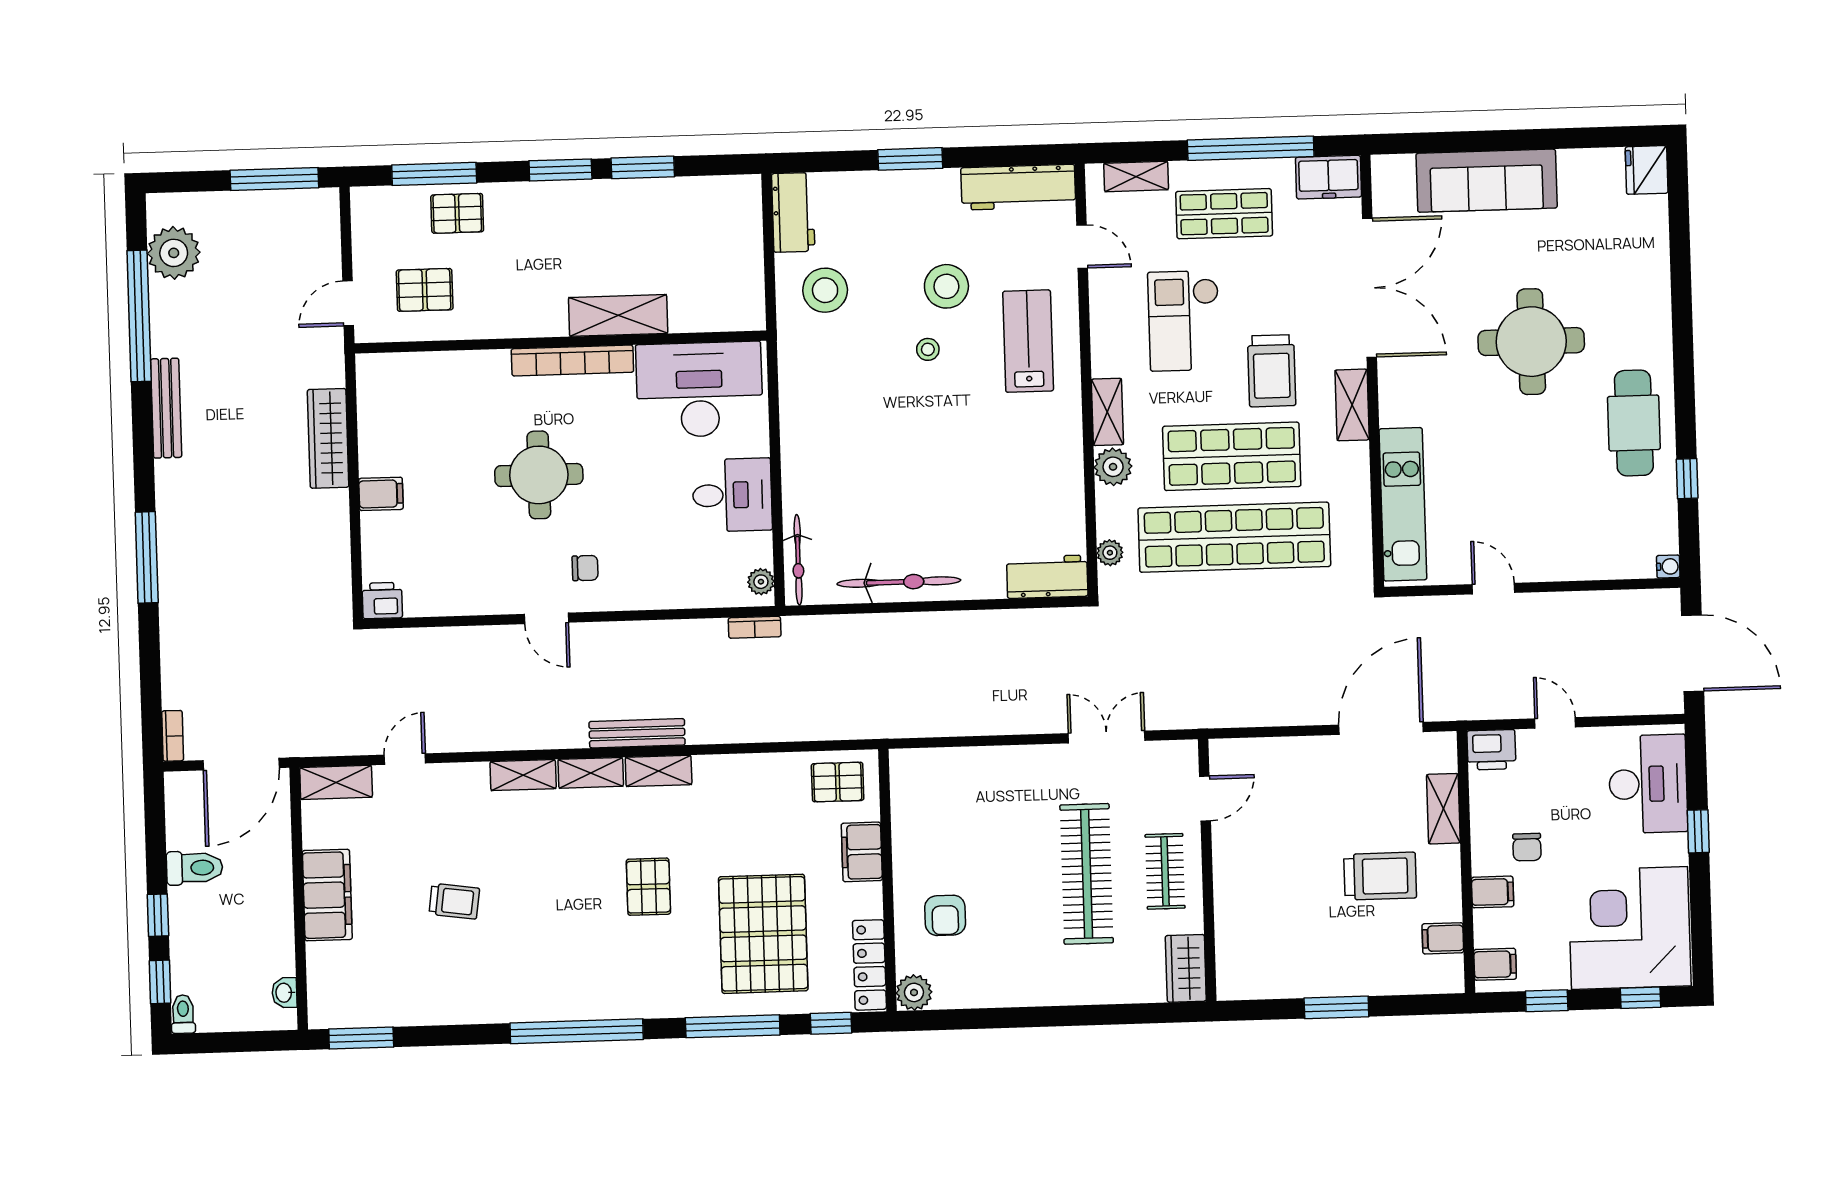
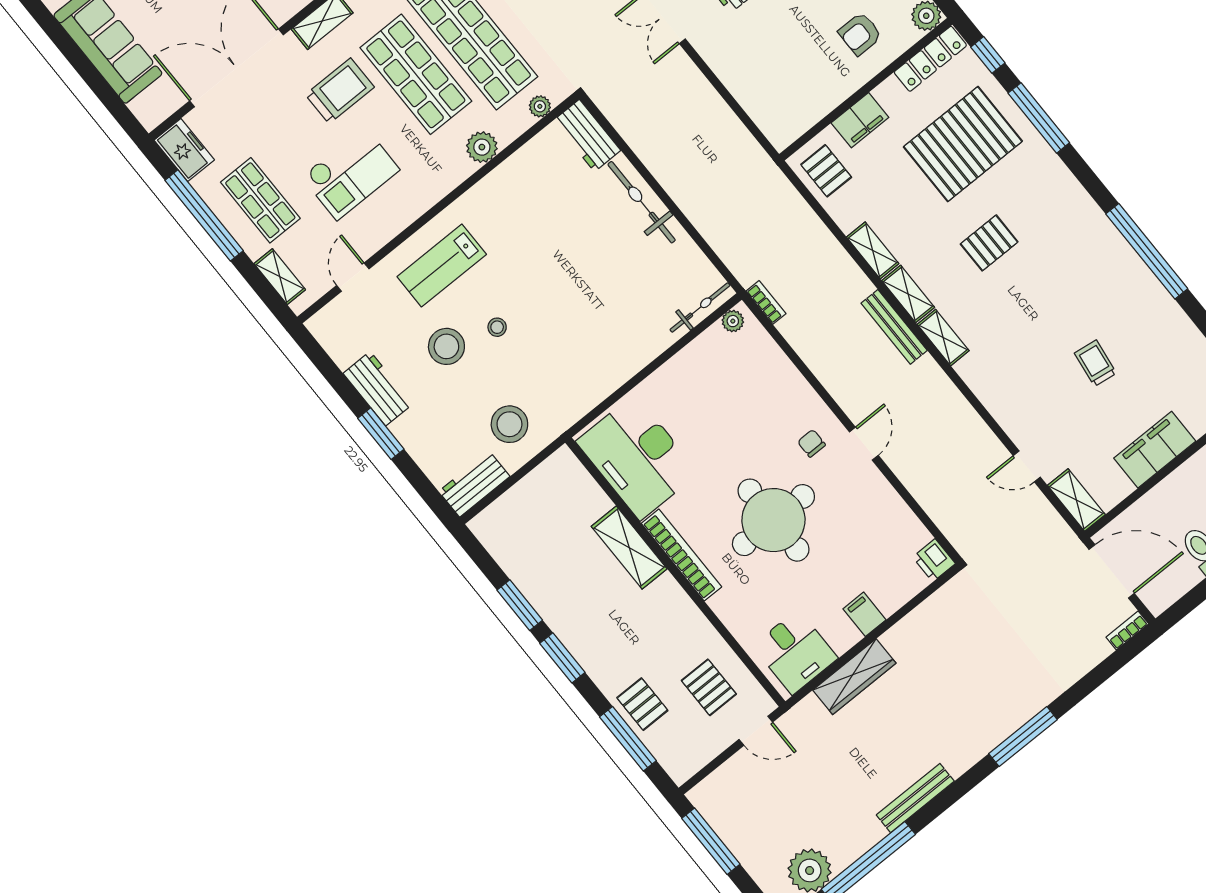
workbench: (1018, 187) -> (378, 389), moved, width x0.73
shelving: (1107, 412) -> (449, 178), removed
round table: (539, 475) -> (773, 520), width x1.36, depth x1.36
desk: (732, 495) -> (795, 652), moved, turned 180
bicycle: (899, 582) -> (642, 202), moved
shelving: (523, 775) -> (873, 250), moved
armchair: (945, 915) -> (860, 34), turned 180
window: (577, 1031) -> (1147, 251), moved

